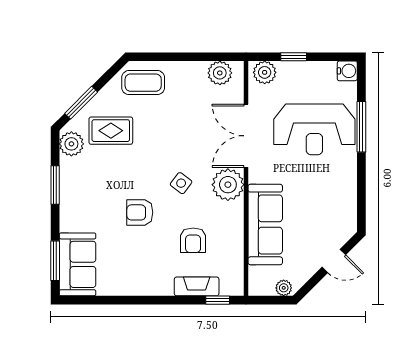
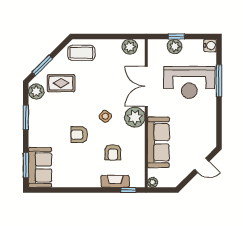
plant: (265, 72) -> (175, 46), moved
plant: (284, 288) -> (153, 182), moved

